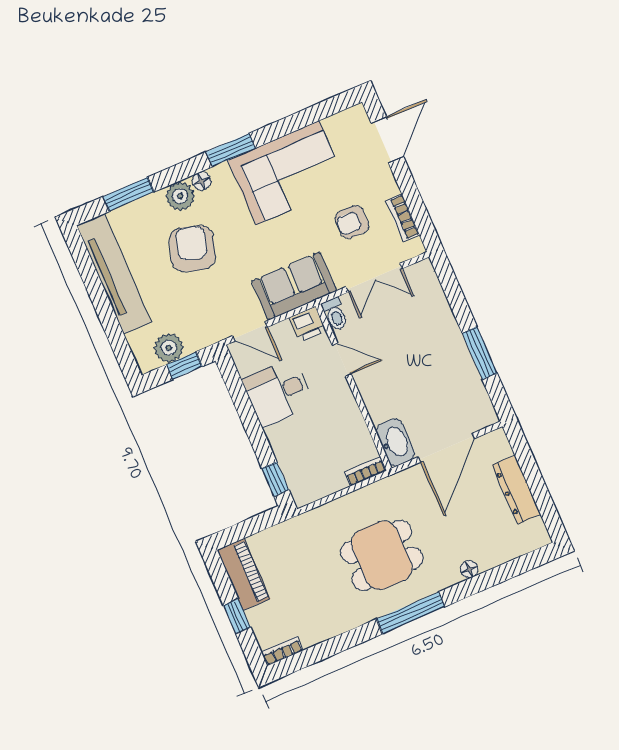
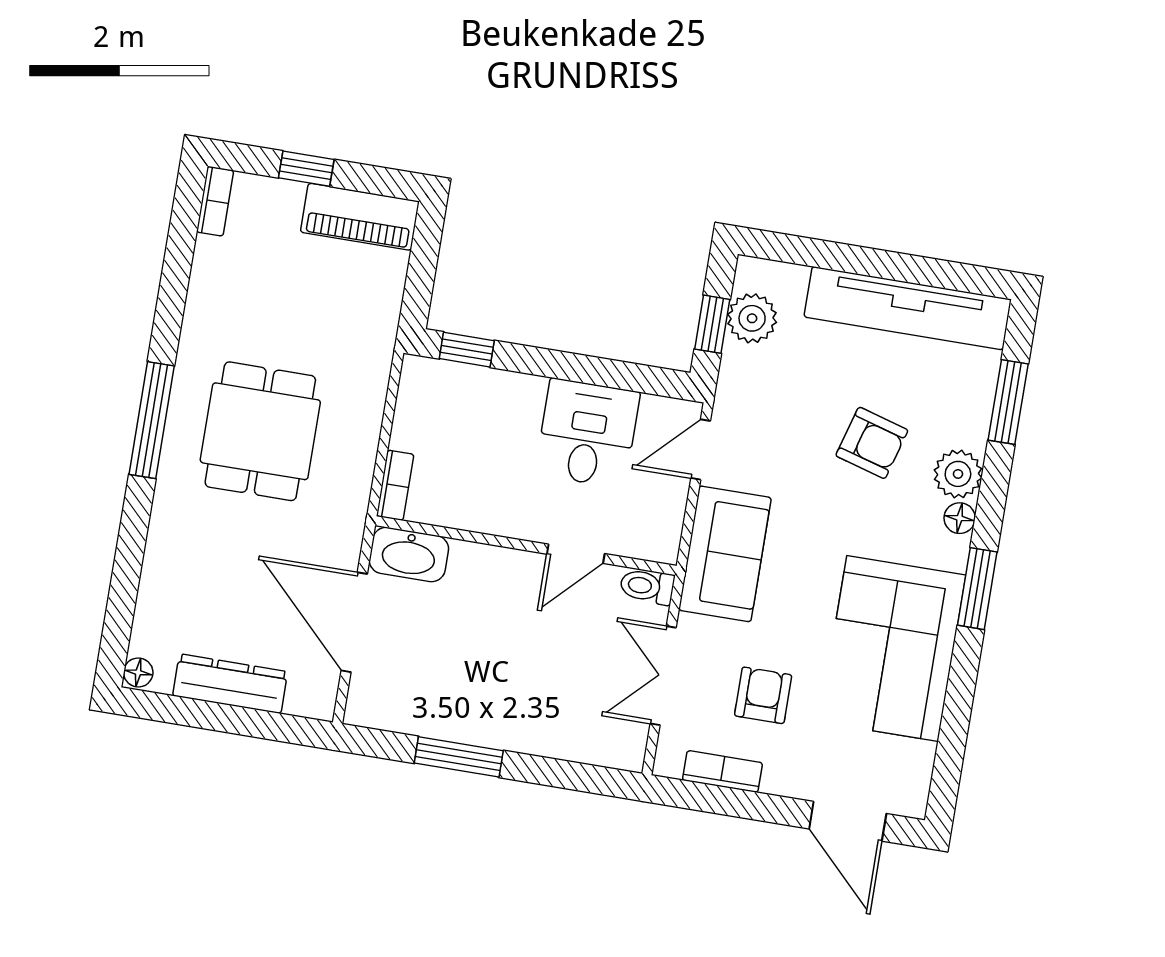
armchair: (192, 249) -> (872, 443), width x0.72, depth x0.72
printer: (307, 324) -> (658, 538), removed
floor lamp: (469, 569) -> (138, 672), moved

